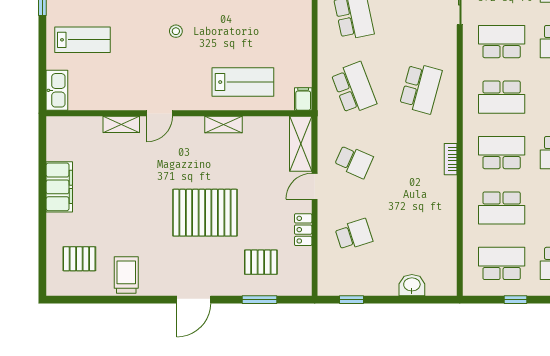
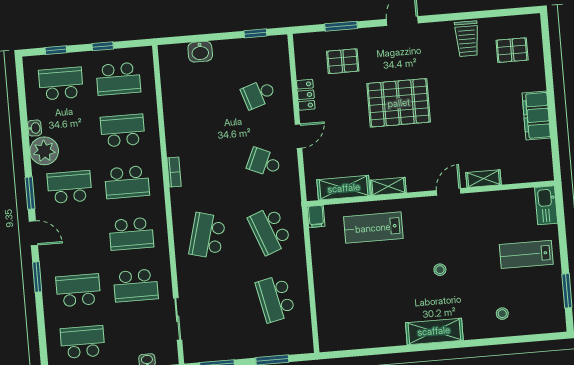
school desk: (502, 97) -> (131, 234), turned 180
shelving: (301, 144) -> (344, 188), moved, turned 90

